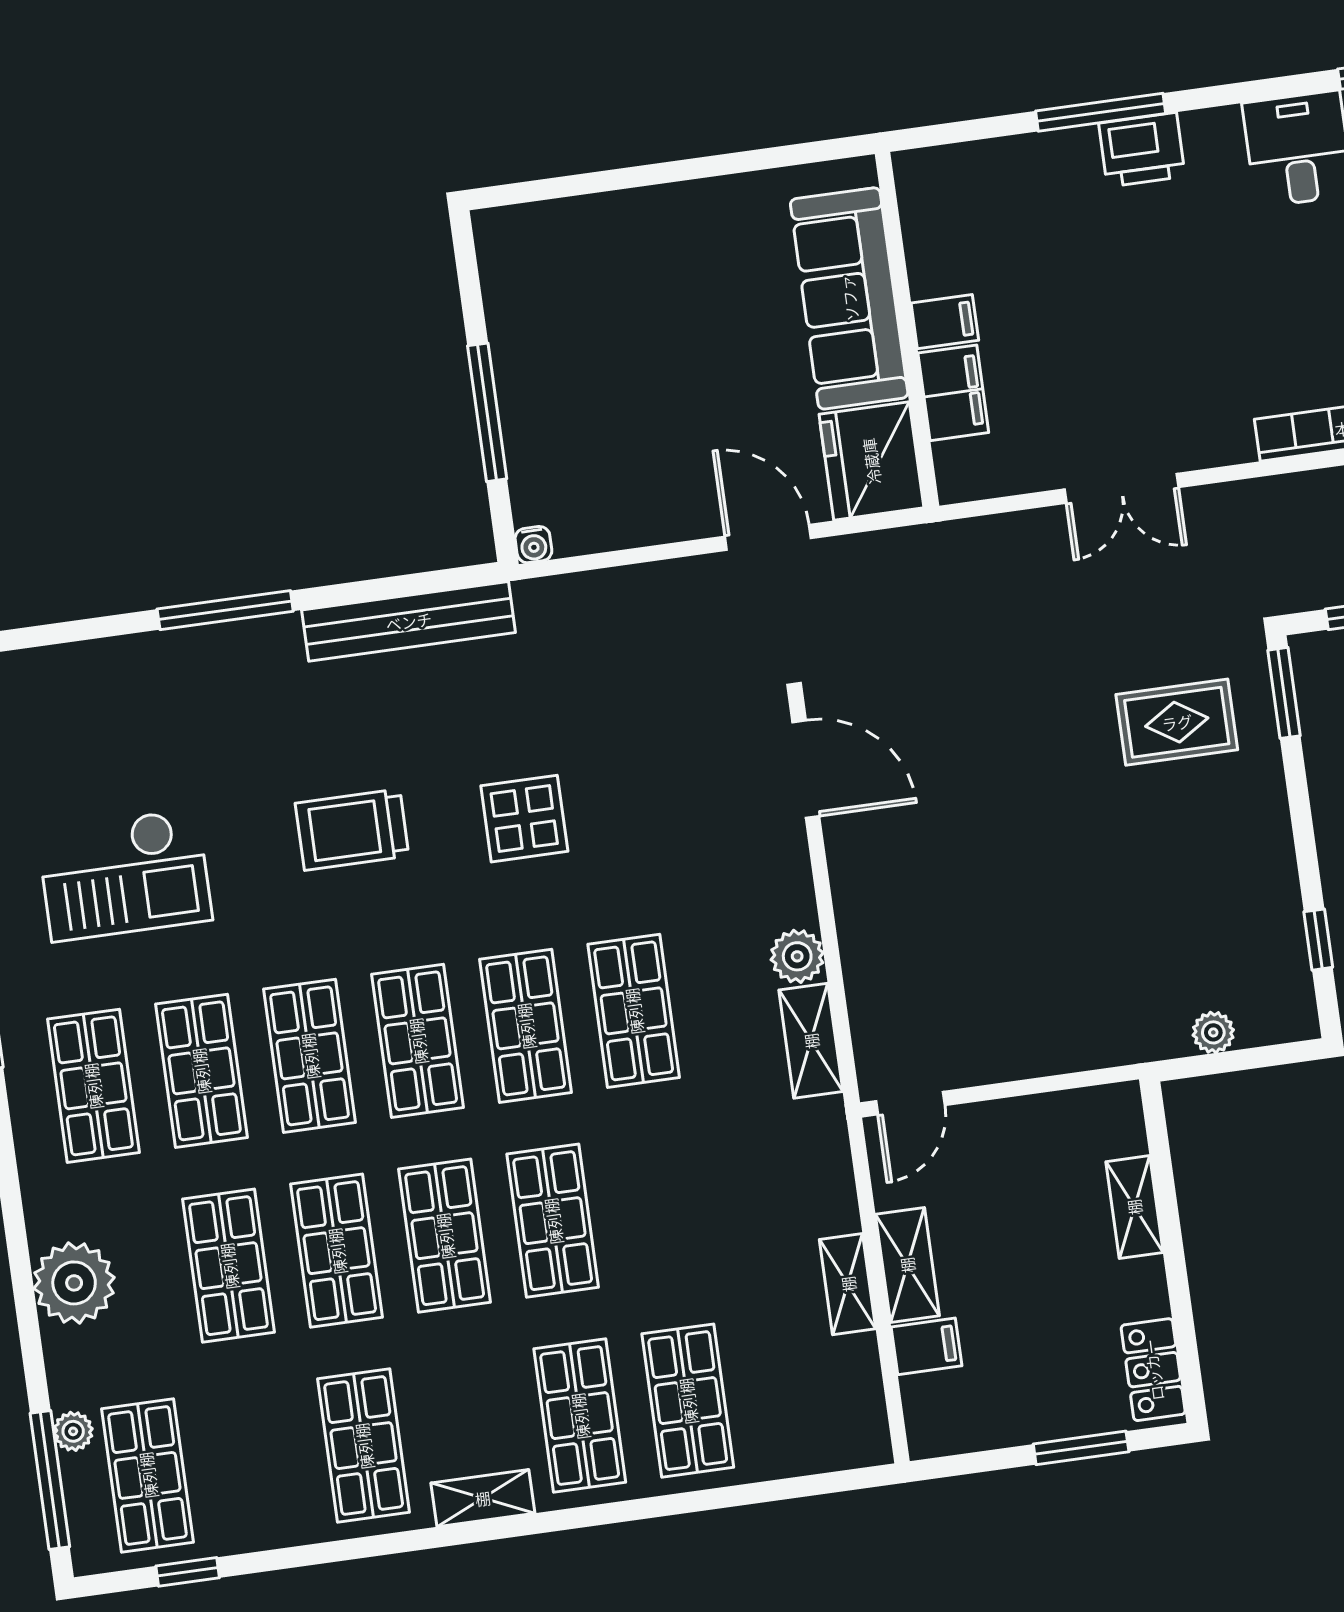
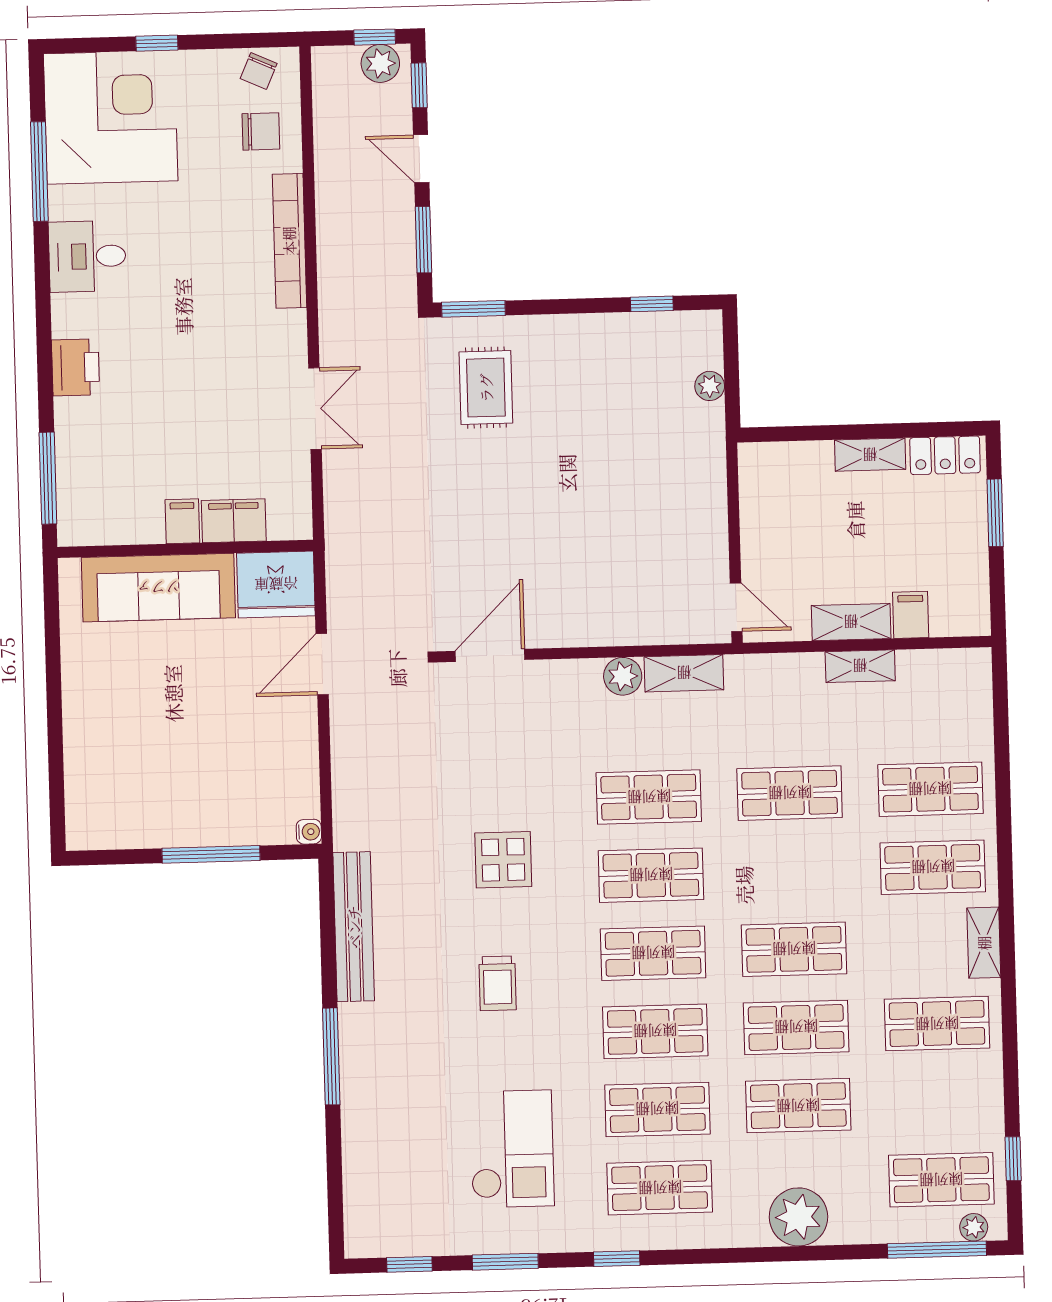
window: (1101, 112) -> (48, 478), moved
trolley: (352, 830) -> (498, 983), width x0.73, depth x0.72
shelving: (1134, 1207) -> (870, 455), moved
shop shelf: (553, 1221) -> (790, 793), moved
plant: (73, 1431) -> (974, 1227), moved

